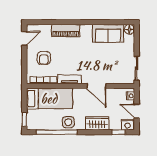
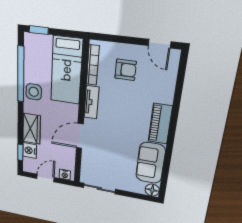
piano: (66, 31) -> (160, 124), moved
armchair: (44, 58) -> (126, 70), turned 180
nightstand: (127, 125) -> (30, 151), moved

